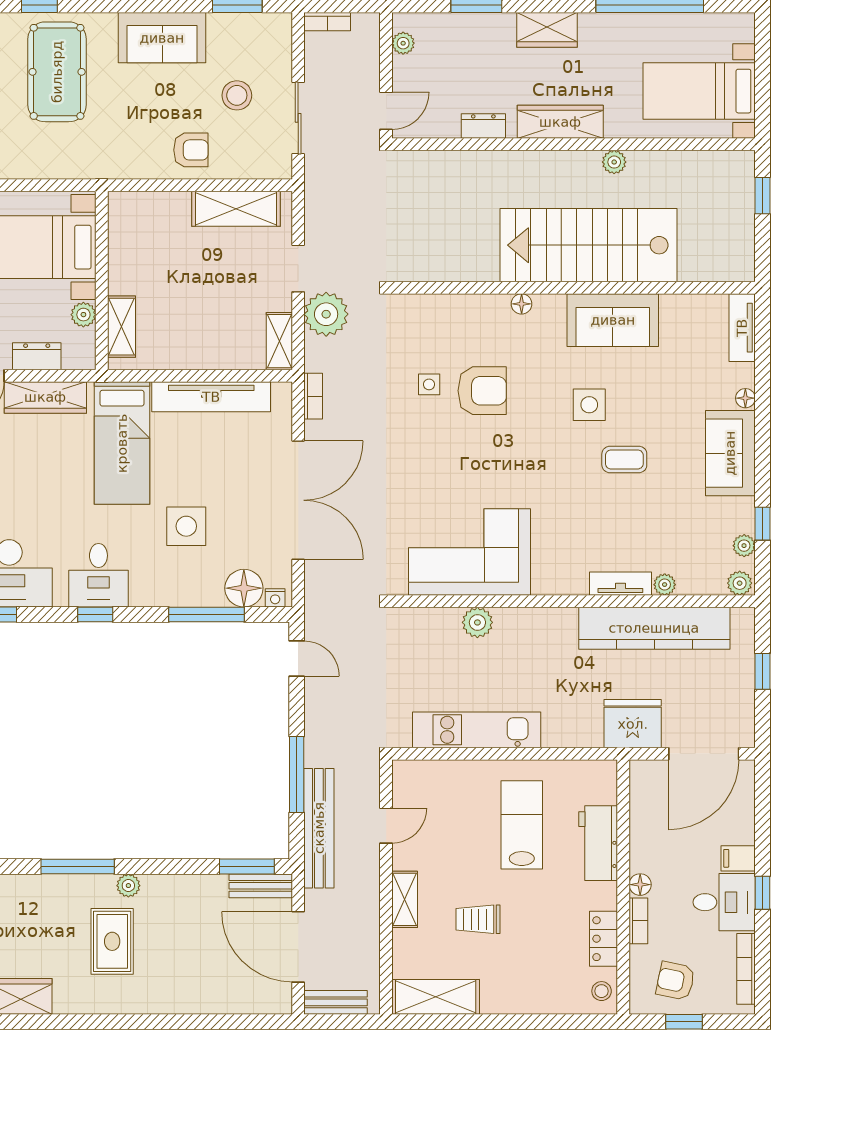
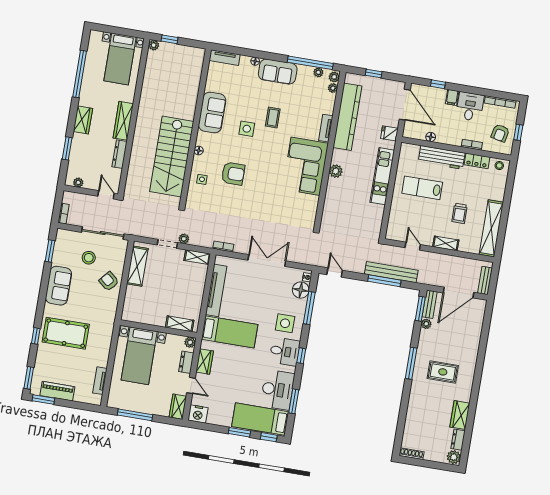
sliding door: (298, 118) -> (103, 233), width x1.37
dresser: (483, 126) -> (120, 154), width x1.44
armchair: (191, 150) -> (109, 281), turned -50
plant: (614, 162) -> (154, 45), moved
stairs: (588, 245) -> (172, 156), moved
plant: (326, 314) -> (184, 239), width x0.53, depth x0.53
plant: (83, 315) -> (190, 342), moved
side table: (429, 384) -> (202, 179), moved
armchair: (482, 391) -> (233, 174), turned 90
wardrobe: (45, 397) -> (205, 362), width x0.67
double door: (298, 500) -> (267, 260), width x0.73
window: (763, 524) -> (310, 63), width x3.17
side table: (186, 526) -> (285, 323), moved
corner sofa: (470, 552) -> (305, 166), moved
plant: (665, 585) -> (333, 88), moved
plant: (477, 622) -> (336, 171), moved
door: (297, 658) -> (335, 272), hinge flipped
fridge: (633, 724) -> (389, 133), width x0.53, depth x0.75
kitchen unit: (477, 730) -> (382, 176), moved
bench: (319, 828) -> (391, 272), moved
workbench: (598, 843) -> (442, 157), width x1.38
window: (78, 866) -> (411, 363), moved
floor lamp: (640, 885) -> (431, 137), moved
plant: (128, 886) -> (426, 324), moved
window: (763, 893) -> (438, 84), moved
shelving: (436, 997) -> (491, 228), width x1.47

